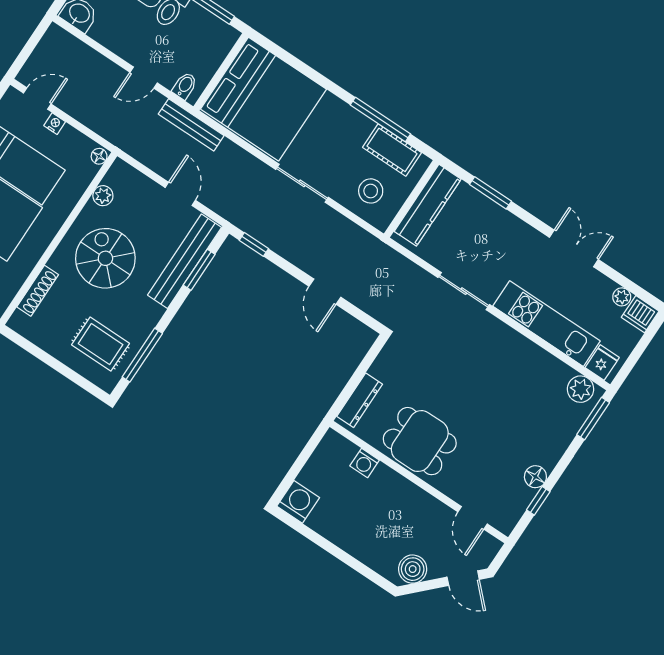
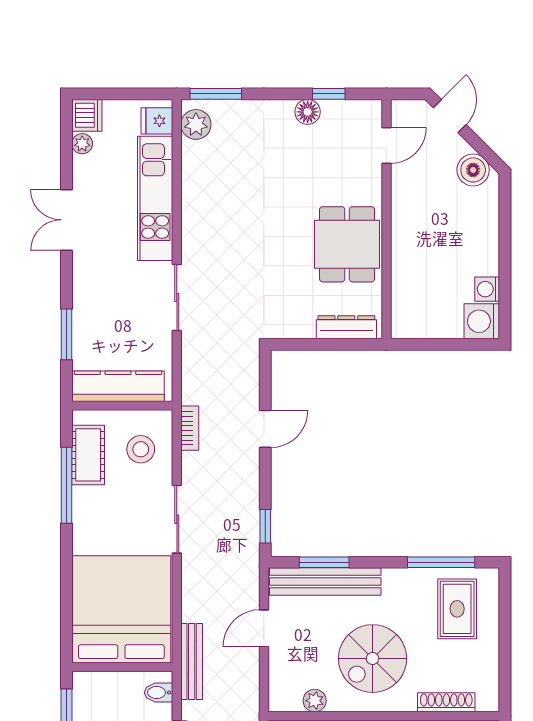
bookcase: (362, 237) -> (190, 428), added
washing machine: (365, 463) -> (487, 289), moved, turned 180

